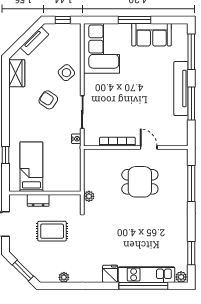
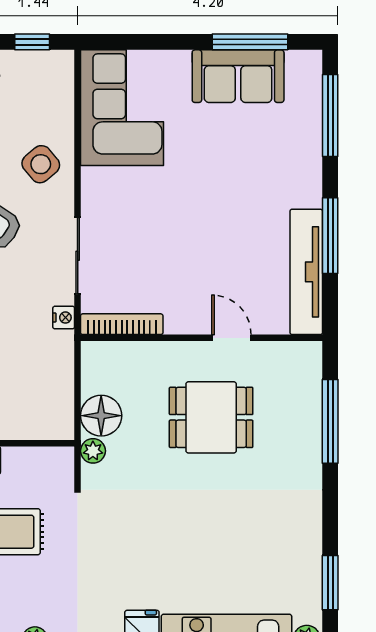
window: (134, 20) -> (250, 42), moved
tv unit: (181, 89) -> (306, 272), moved
bookcase: (117, 142) -> (122, 324), moved
floor lamp: (92, 181) -> (101, 416), added

